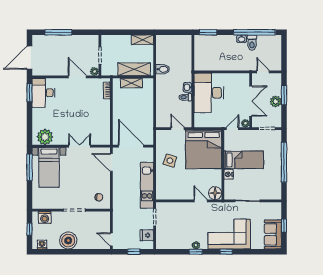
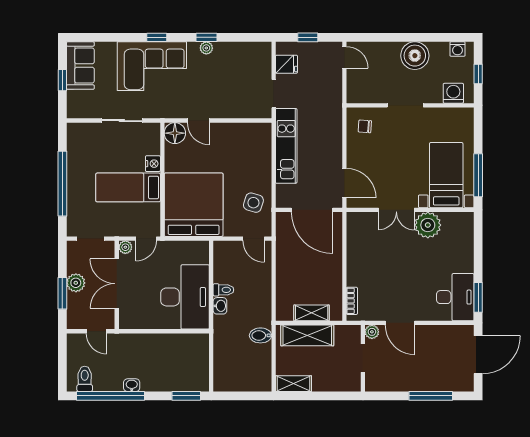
toilet: (252, 43) -> (85, 379), moved
door: (177, 129) -> (254, 239), moved
plant: (45, 137) -> (428, 225), moved
side table: (170, 161) -> (253, 203), moved

